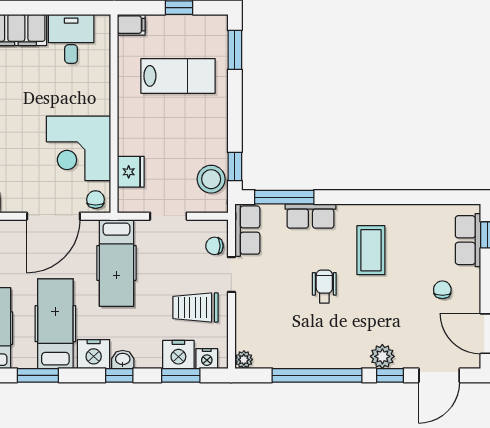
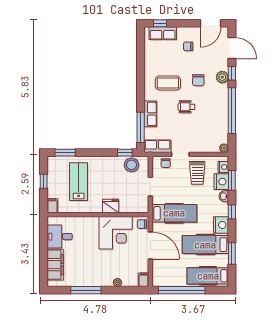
fridge: (131, 172) -> (111, 206), moved
chair: (376, 310) -> (198, 80), added
washbasin: (123, 359) -> (224, 196), moved

